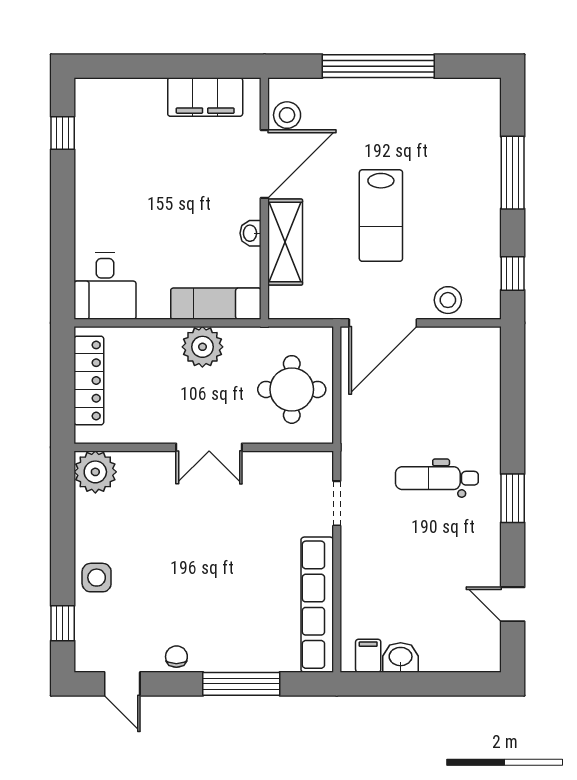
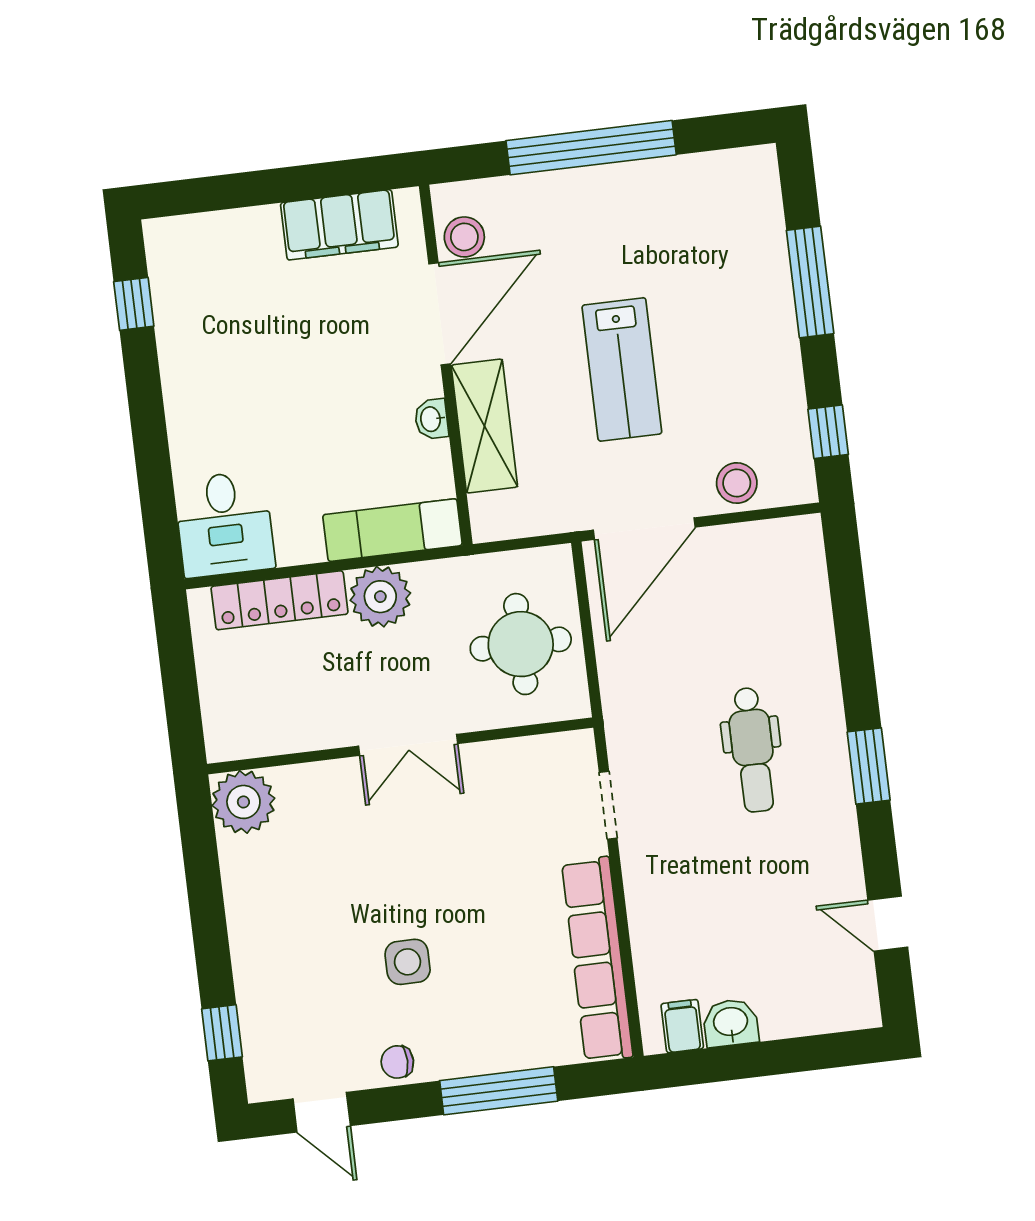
locker: (89, 380) -> (280, 600), moved, turned 90
dental chair: (437, 478) -> (752, 750), turned -90
side table: (97, 578) -> (408, 962), moved
chair: (176, 657) -> (397, 1062), turned -90

